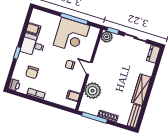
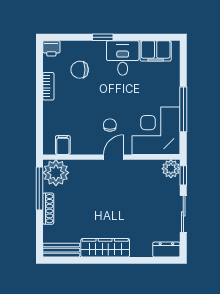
filing cabinet: (33, 29) -> (156, 51), width x2.00
corner desk: (71, 35) -> (156, 131), moved, turned 90
plant: (93, 91) -> (56, 173), moved

